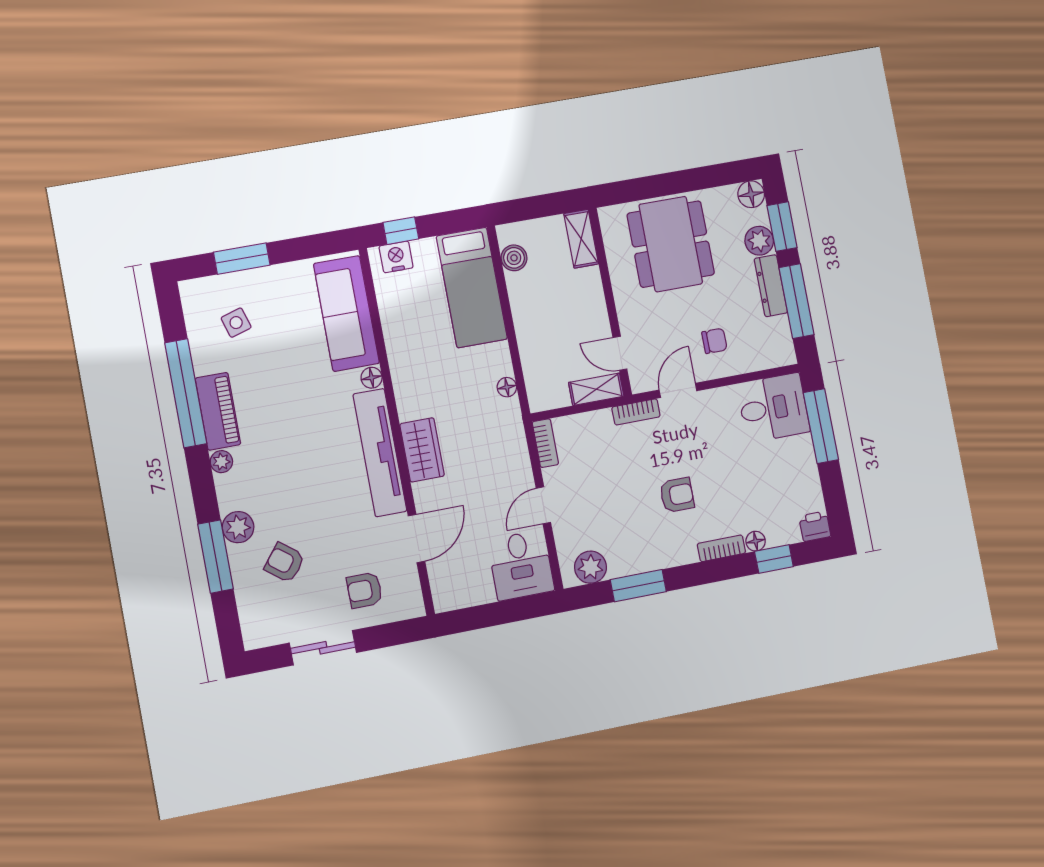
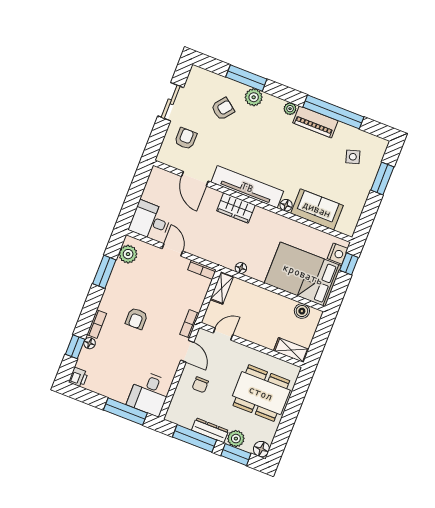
bed: (472, 287) -> (303, 274), width x1.50
sofa: (346, 313) -> (317, 209), width x0.73
shelving: (596, 389) -> (222, 288), moved

